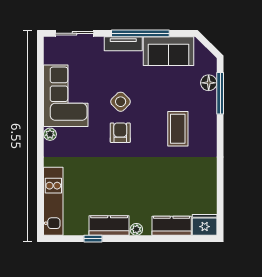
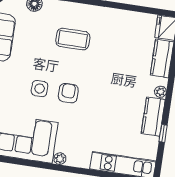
side table: (121, 102) -> (40, 88), turned 45
armchair: (120, 133) -> (68, 93), turned 90

